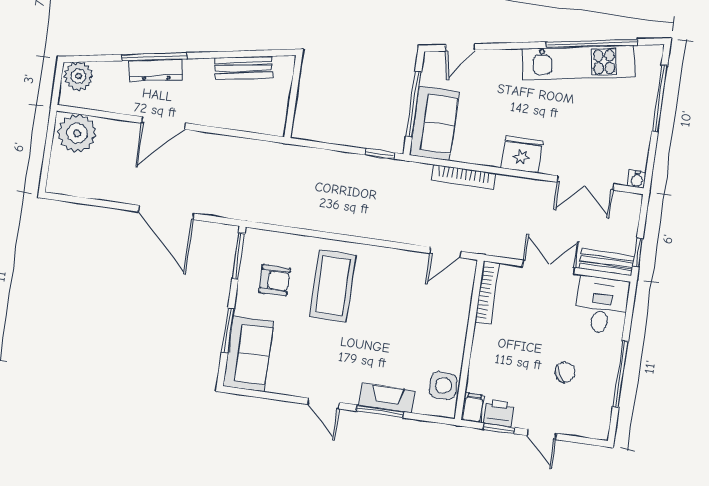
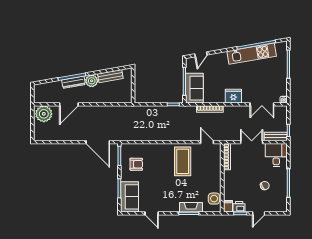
plant: (78, 76) -> (92, 81), moved
door: (164, 123) -> (69, 104), moved
door: (166, 213) -> (98, 142), moved
door: (445, 252) -> (207, 142), swing flipped
coffee table: (333, 286) -> (183, 161), moved
door: (324, 403) -> (152, 213), moved
door: (542, 434) -> (259, 213), hinge flipped

